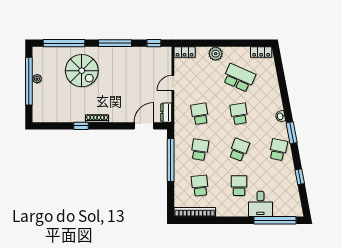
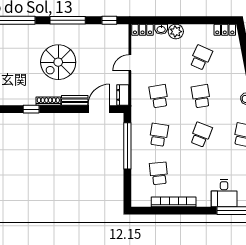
washbasin: (202, 51) -> (161, 29), added
spiral stairs: (82, 71) -> (58, 62), moved, turned 90
school desk: (239, 78) -> (201, 58), width x0.54
bench: (122, 118) -> (75, 100), added
school desk: (239, 186) -> (201, 173), removed
bookcase: (195, 212) -> (174, 202), moved

